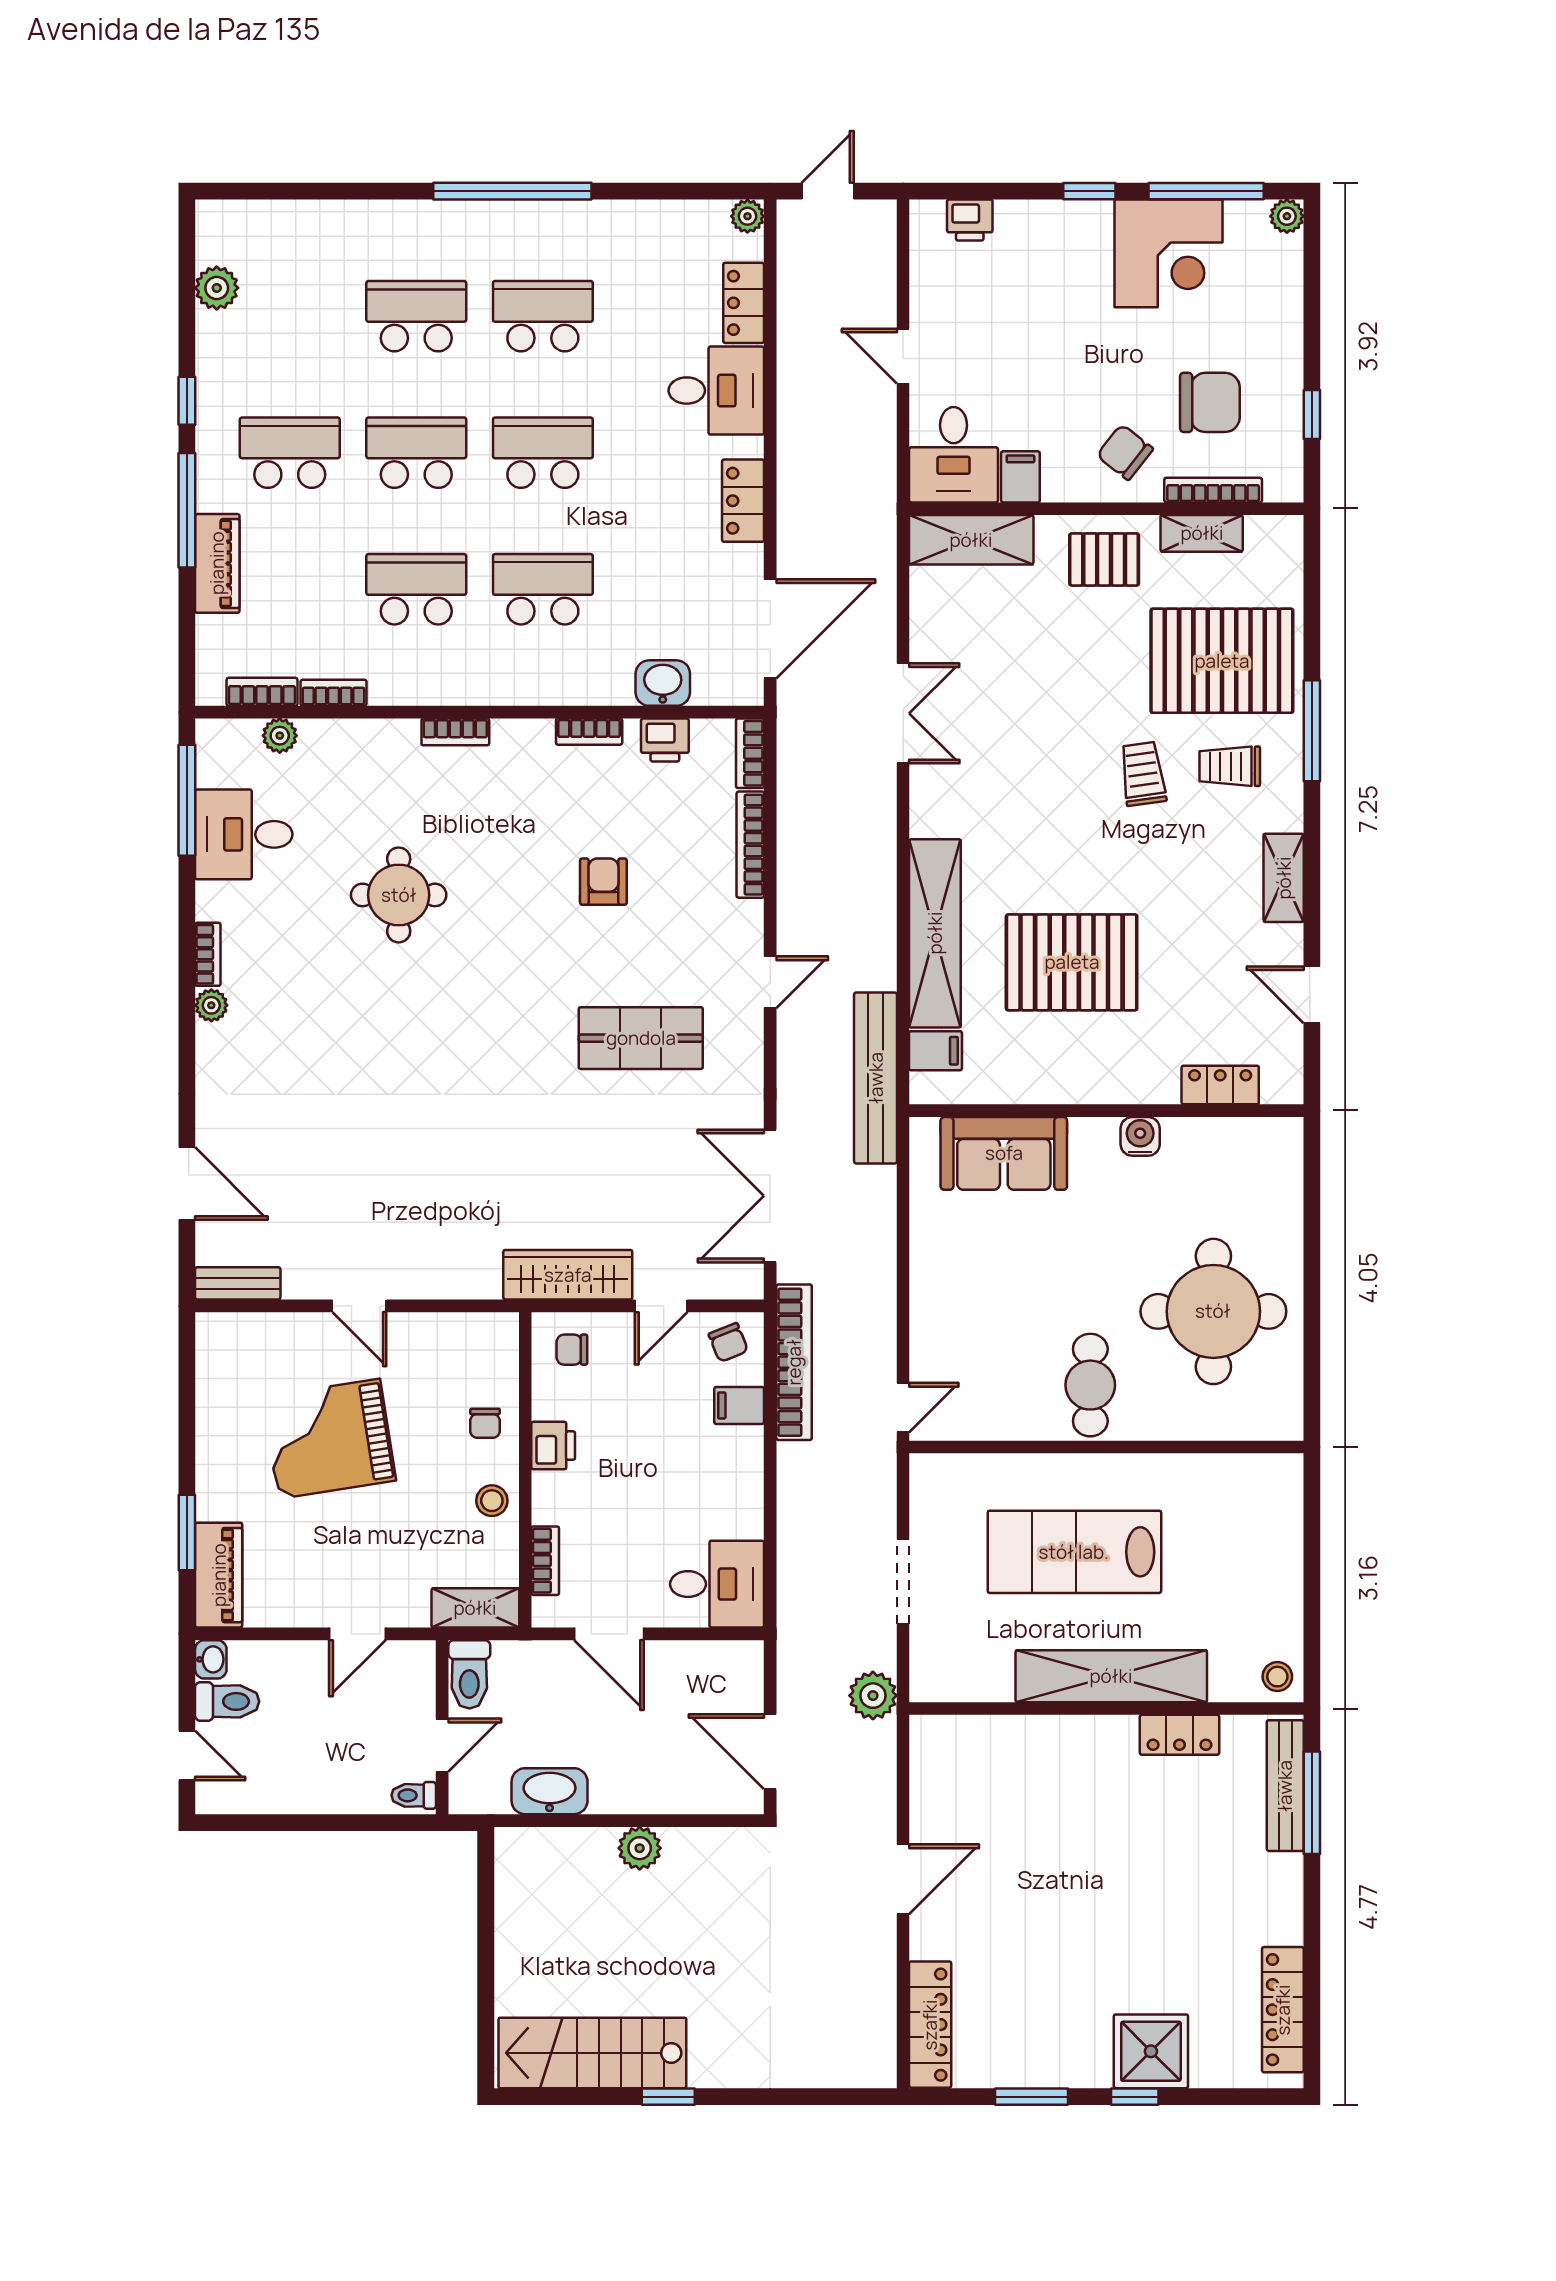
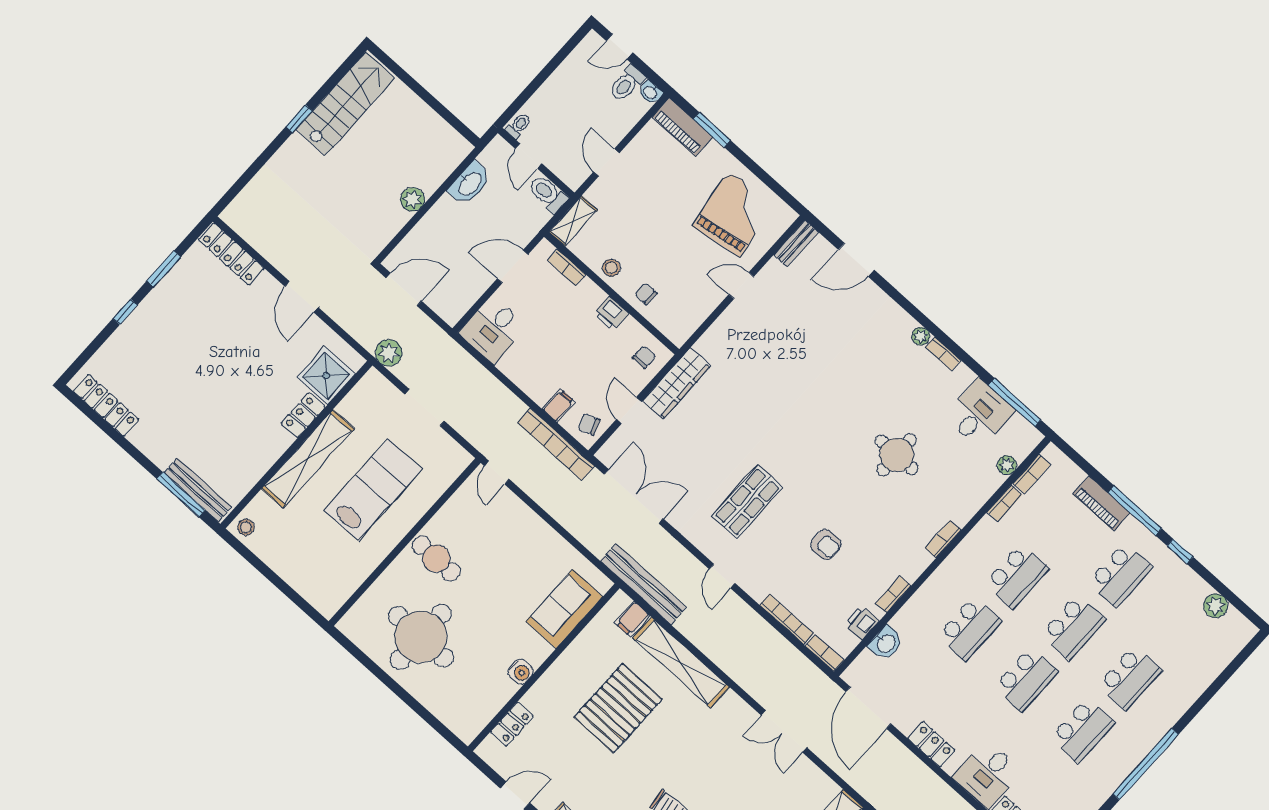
grand piano: (329, 1439) -> (734, 214), moved
locker: (1179, 1735) -> (303, 415), moved
shower: (1151, 2051) -> (326, 376), moved

